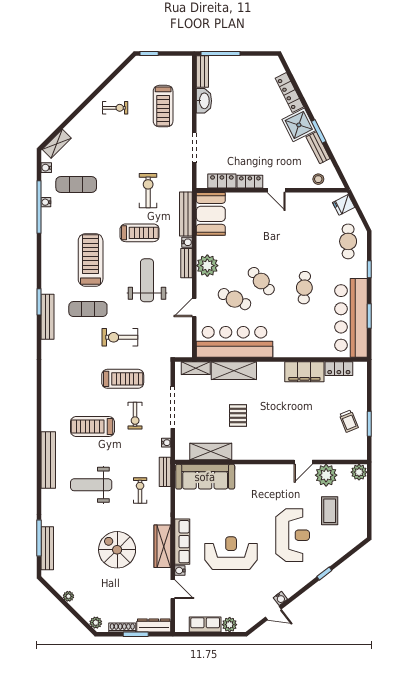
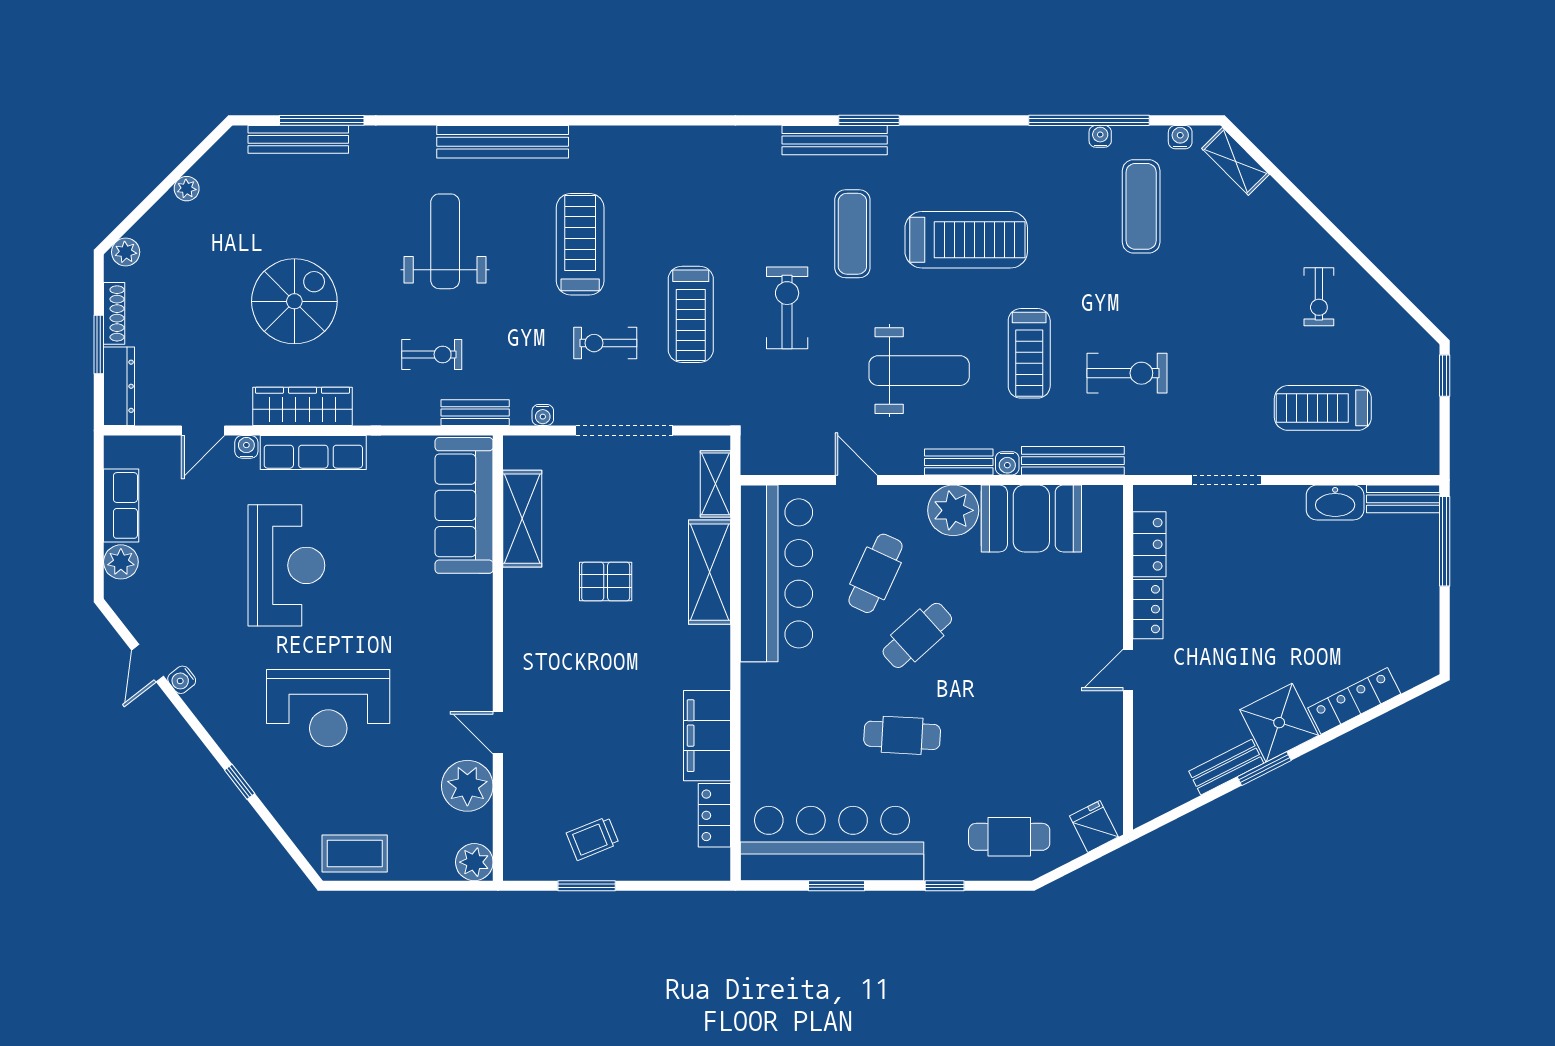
stool: (318, 179) -> (1154, 768), removed
booth: (211, 214) -> (1031, 518), moved
coffee table: (330, 511) -> (355, 853), moved

